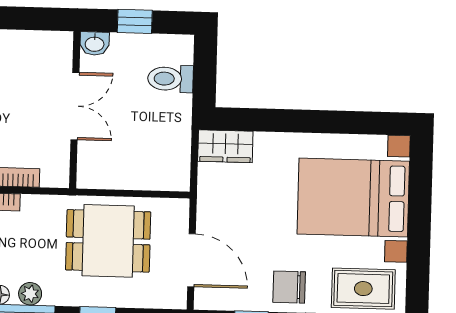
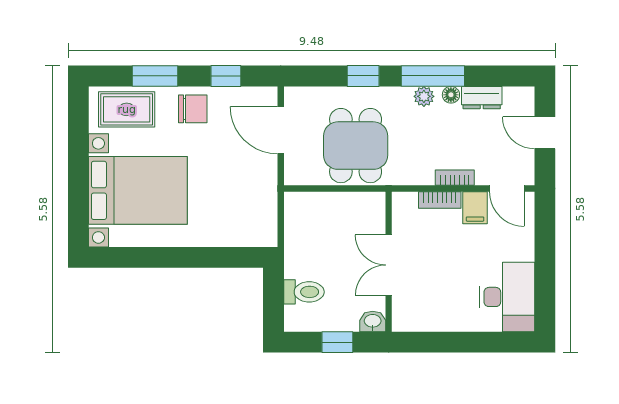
wardrobe: (225, 146) -> (253, 233), removed
dining table: (108, 241) -> (356, 146), turned 90

